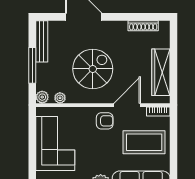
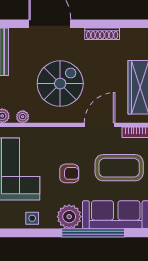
shoe rack: (143, 26) -> (102, 34), moved
armchair: (105, 121) -> (69, 173), moved

